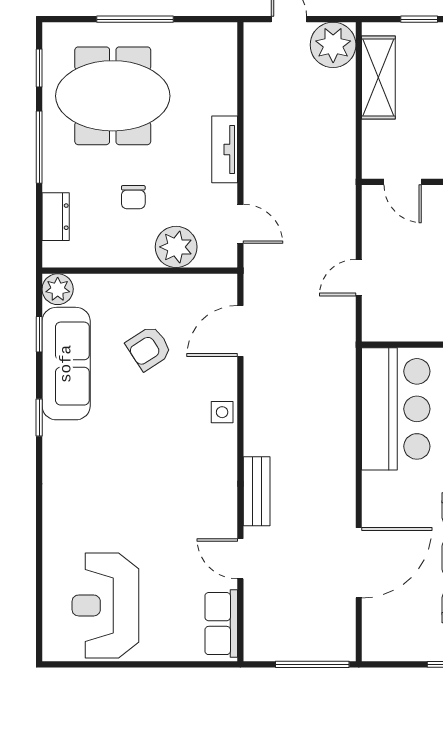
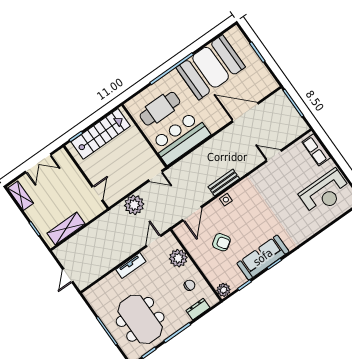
plant: (333, 45) -> (134, 205), moved
chair: (133, 197) -> (190, 285), moved
door: (359, 278) -> (155, 176), moved
door: (240, 331) -> (192, 214), hinge flipped
sofa: (66, 364) -> (263, 257), moved
bench: (257, 491) -> (224, 183), moved
door: (240, 559) -> (274, 156), swing flipped
row of seats: (221, 624) -> (316, 150), moved, turned 90

